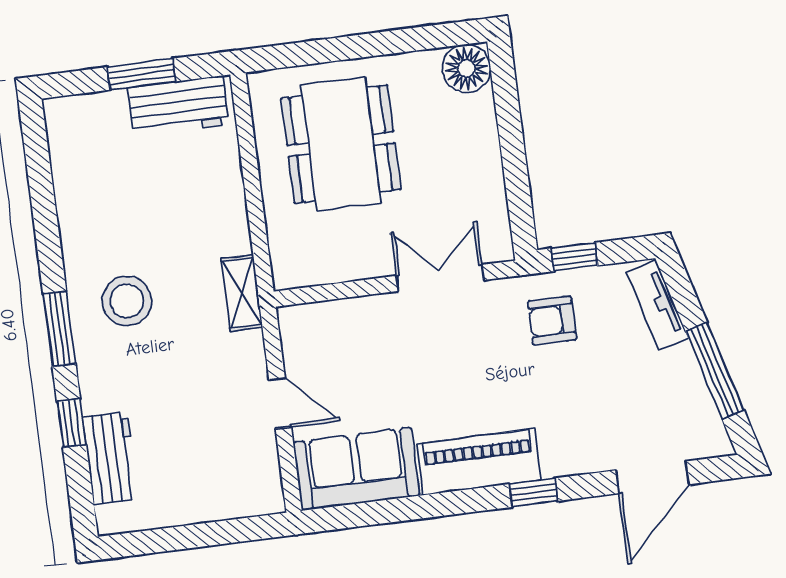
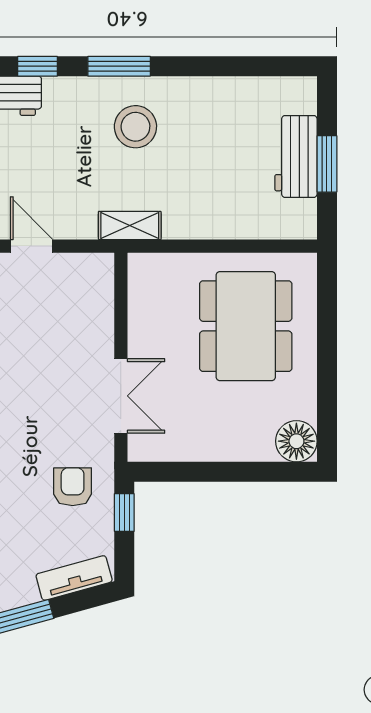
workbench: (179, 106) -> (296, 156), moved
dining table: (341, 144) -> (246, 326), turned 90
door: (280, 403) -> (32, 246), swing flipped

